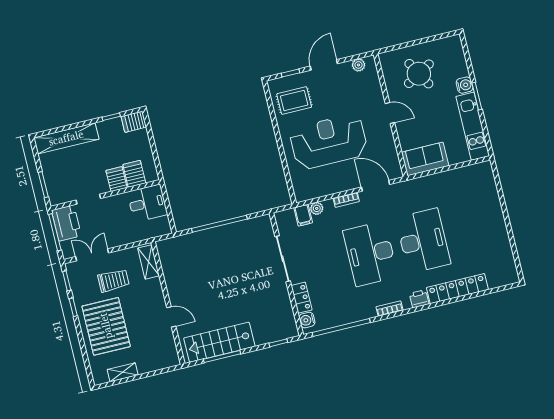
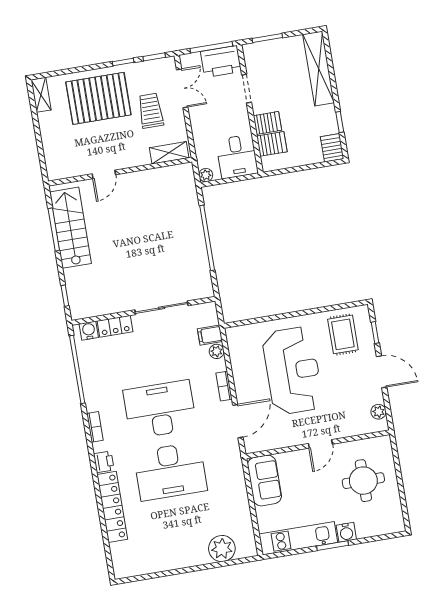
round table: (419, 74) -> (363, 481), turned 30
plant: (486, 191) -> (222, 549), added
plant: (165, 229) -> (206, 175), added
trolley: (113, 280) -> (151, 111), turned 180
shelving: (123, 372) -> (41, 95), moved

